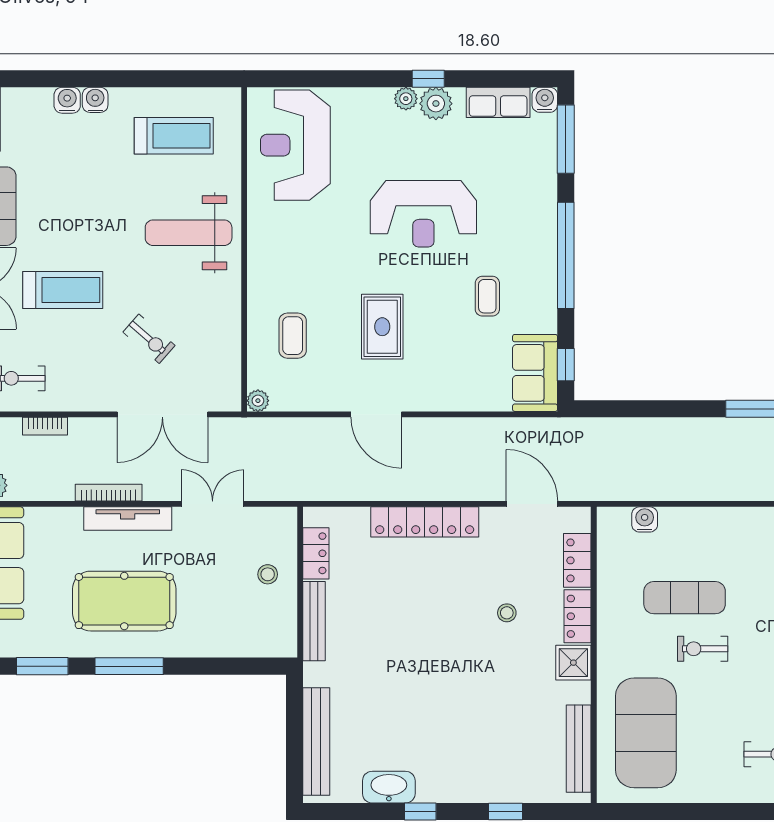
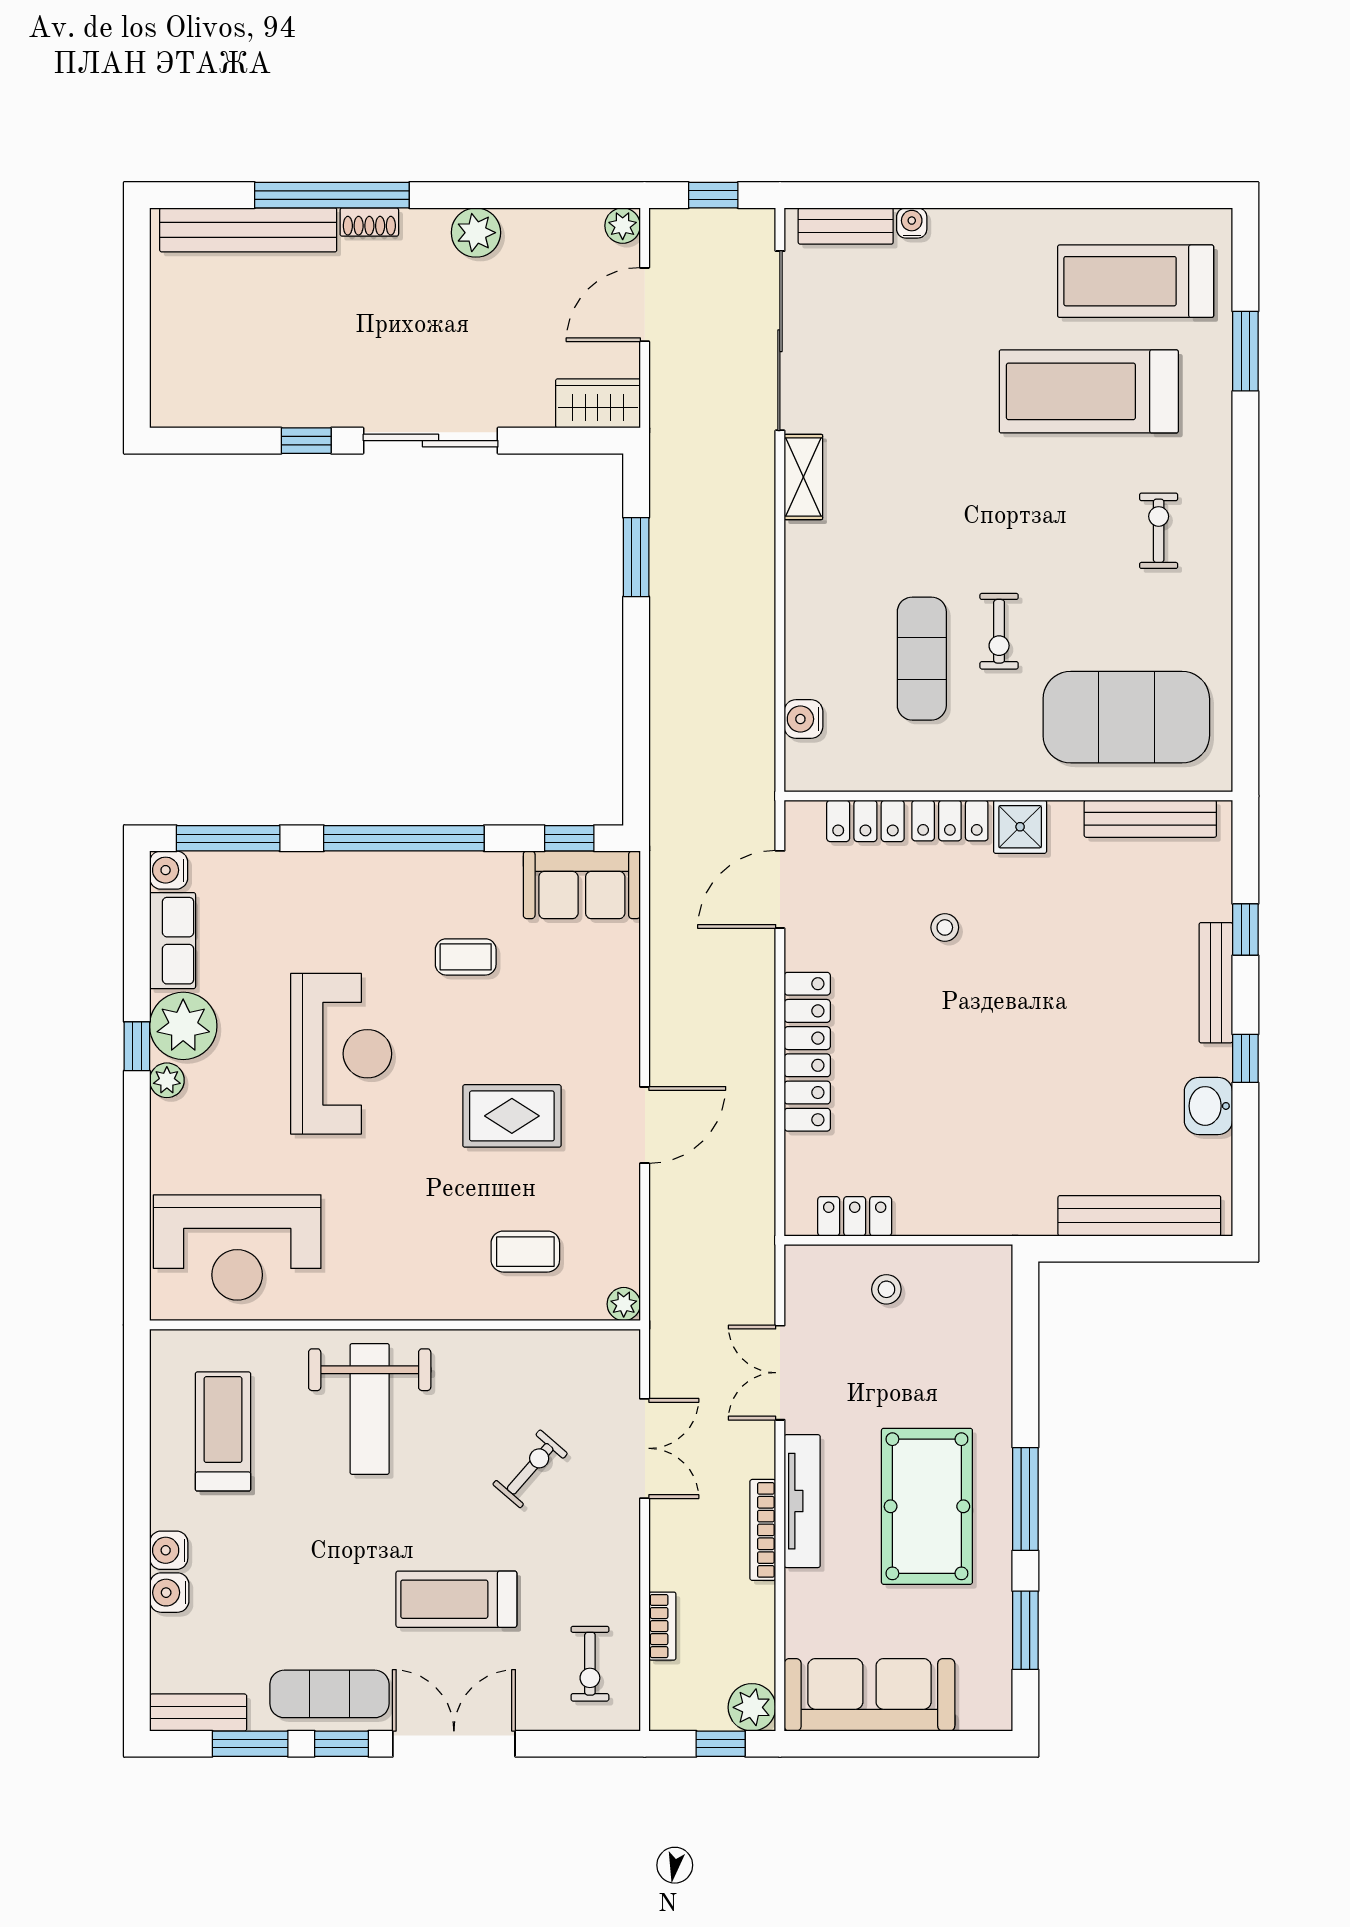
plant: (436, 104) -> (183, 1026), width x1.36, depth x1.36
treadmill: (63, 290) -> (456, 1599), turned -90
double door: (162, 414) -> (645, 1448), width x0.73
bench: (314, 621) -> (1216, 983), moved, turned 90
washbasin: (389, 787) -> (1208, 1106), width x0.72

